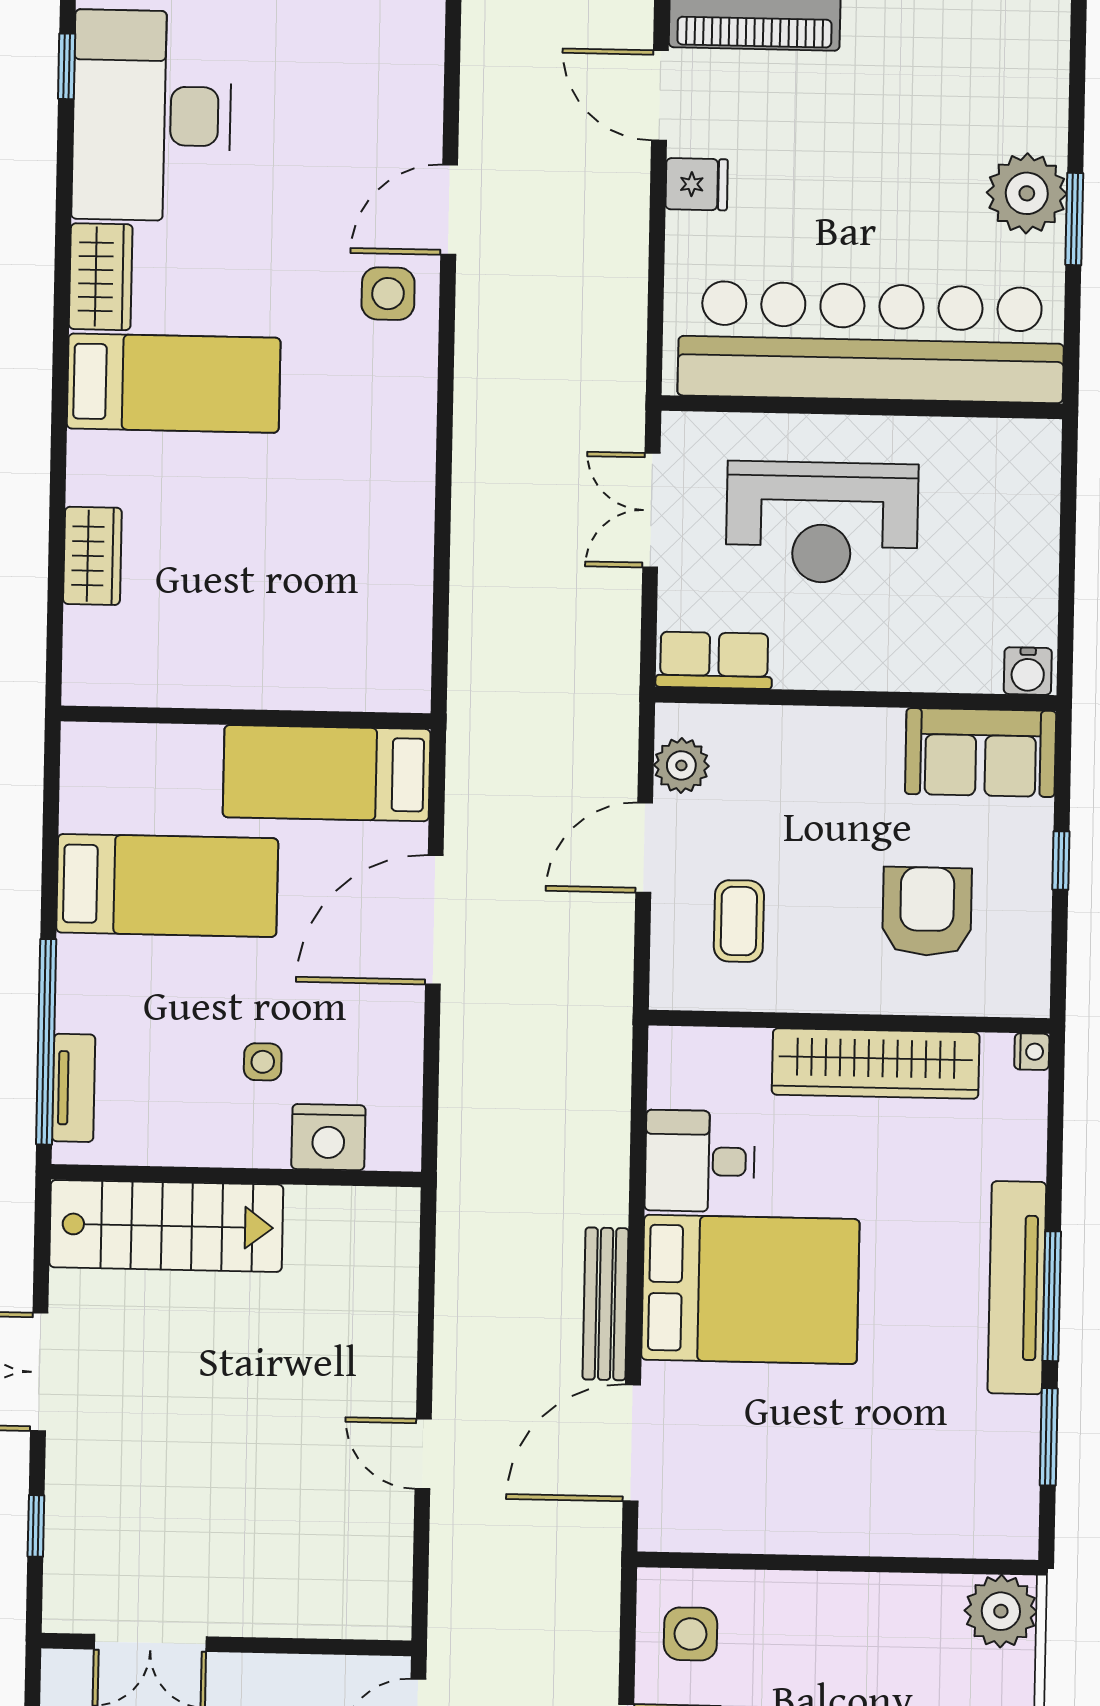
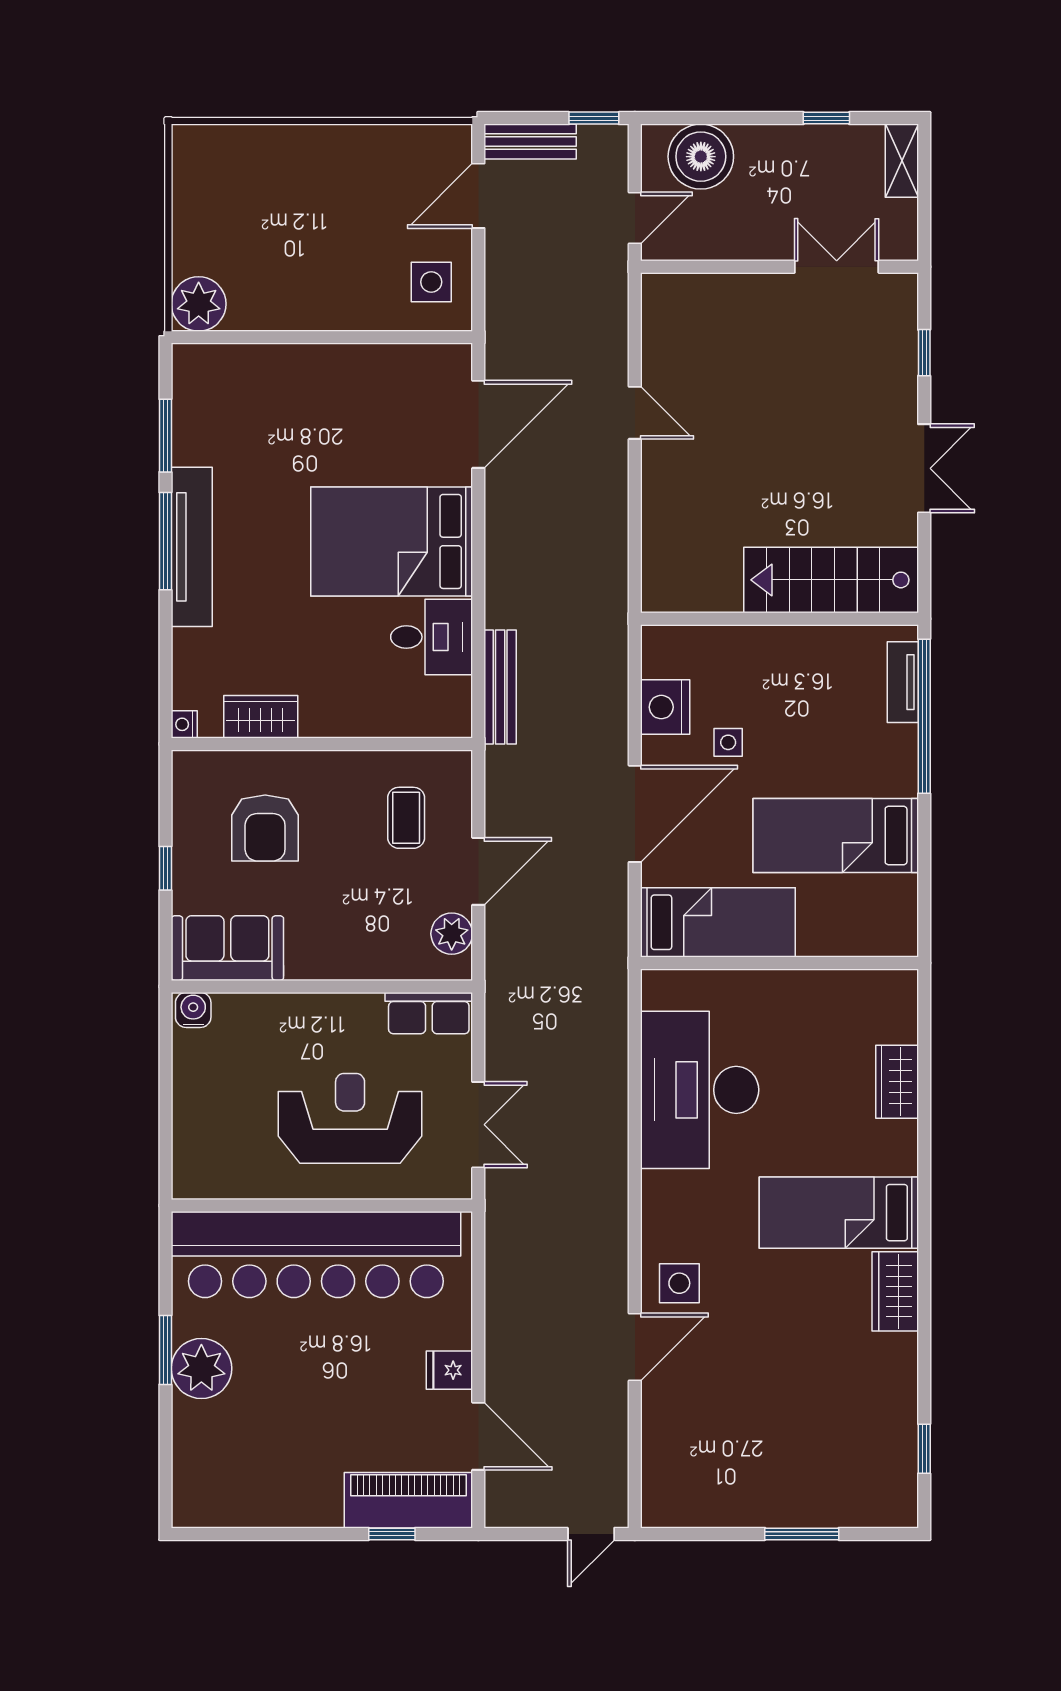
desk: (152, 116) -> (700, 1090), moved, turned 180
side table: (263, 1062) -> (728, 742), moved
wardrobe: (876, 1064) -> (261, 717), width x0.48, depth x0.85
nightstand: (328, 1137) -> (665, 707), moved, turned -90
bench: (606, 1304) -> (500, 687), moved

